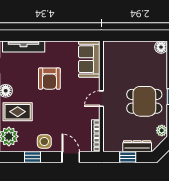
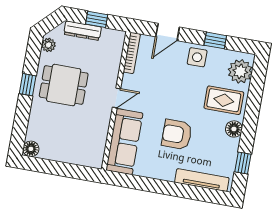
sofa: (89, 59) -> (124, 142), width x1.36
armchair: (49, 79) -> (177, 134), turned -90
door: (71, 157) -> (168, 32), hinge flipped

